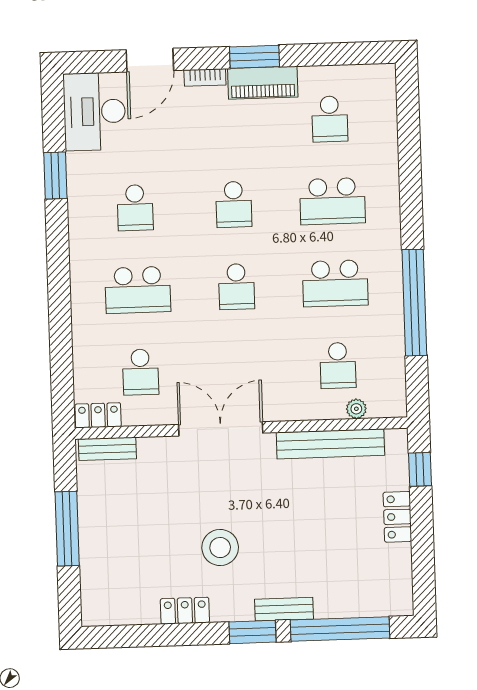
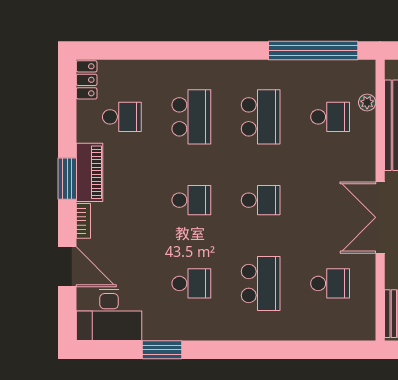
window: (414, 303) -> (313, 51), moved
locker: (98, 415) -> (87, 80), moved, turned 180

